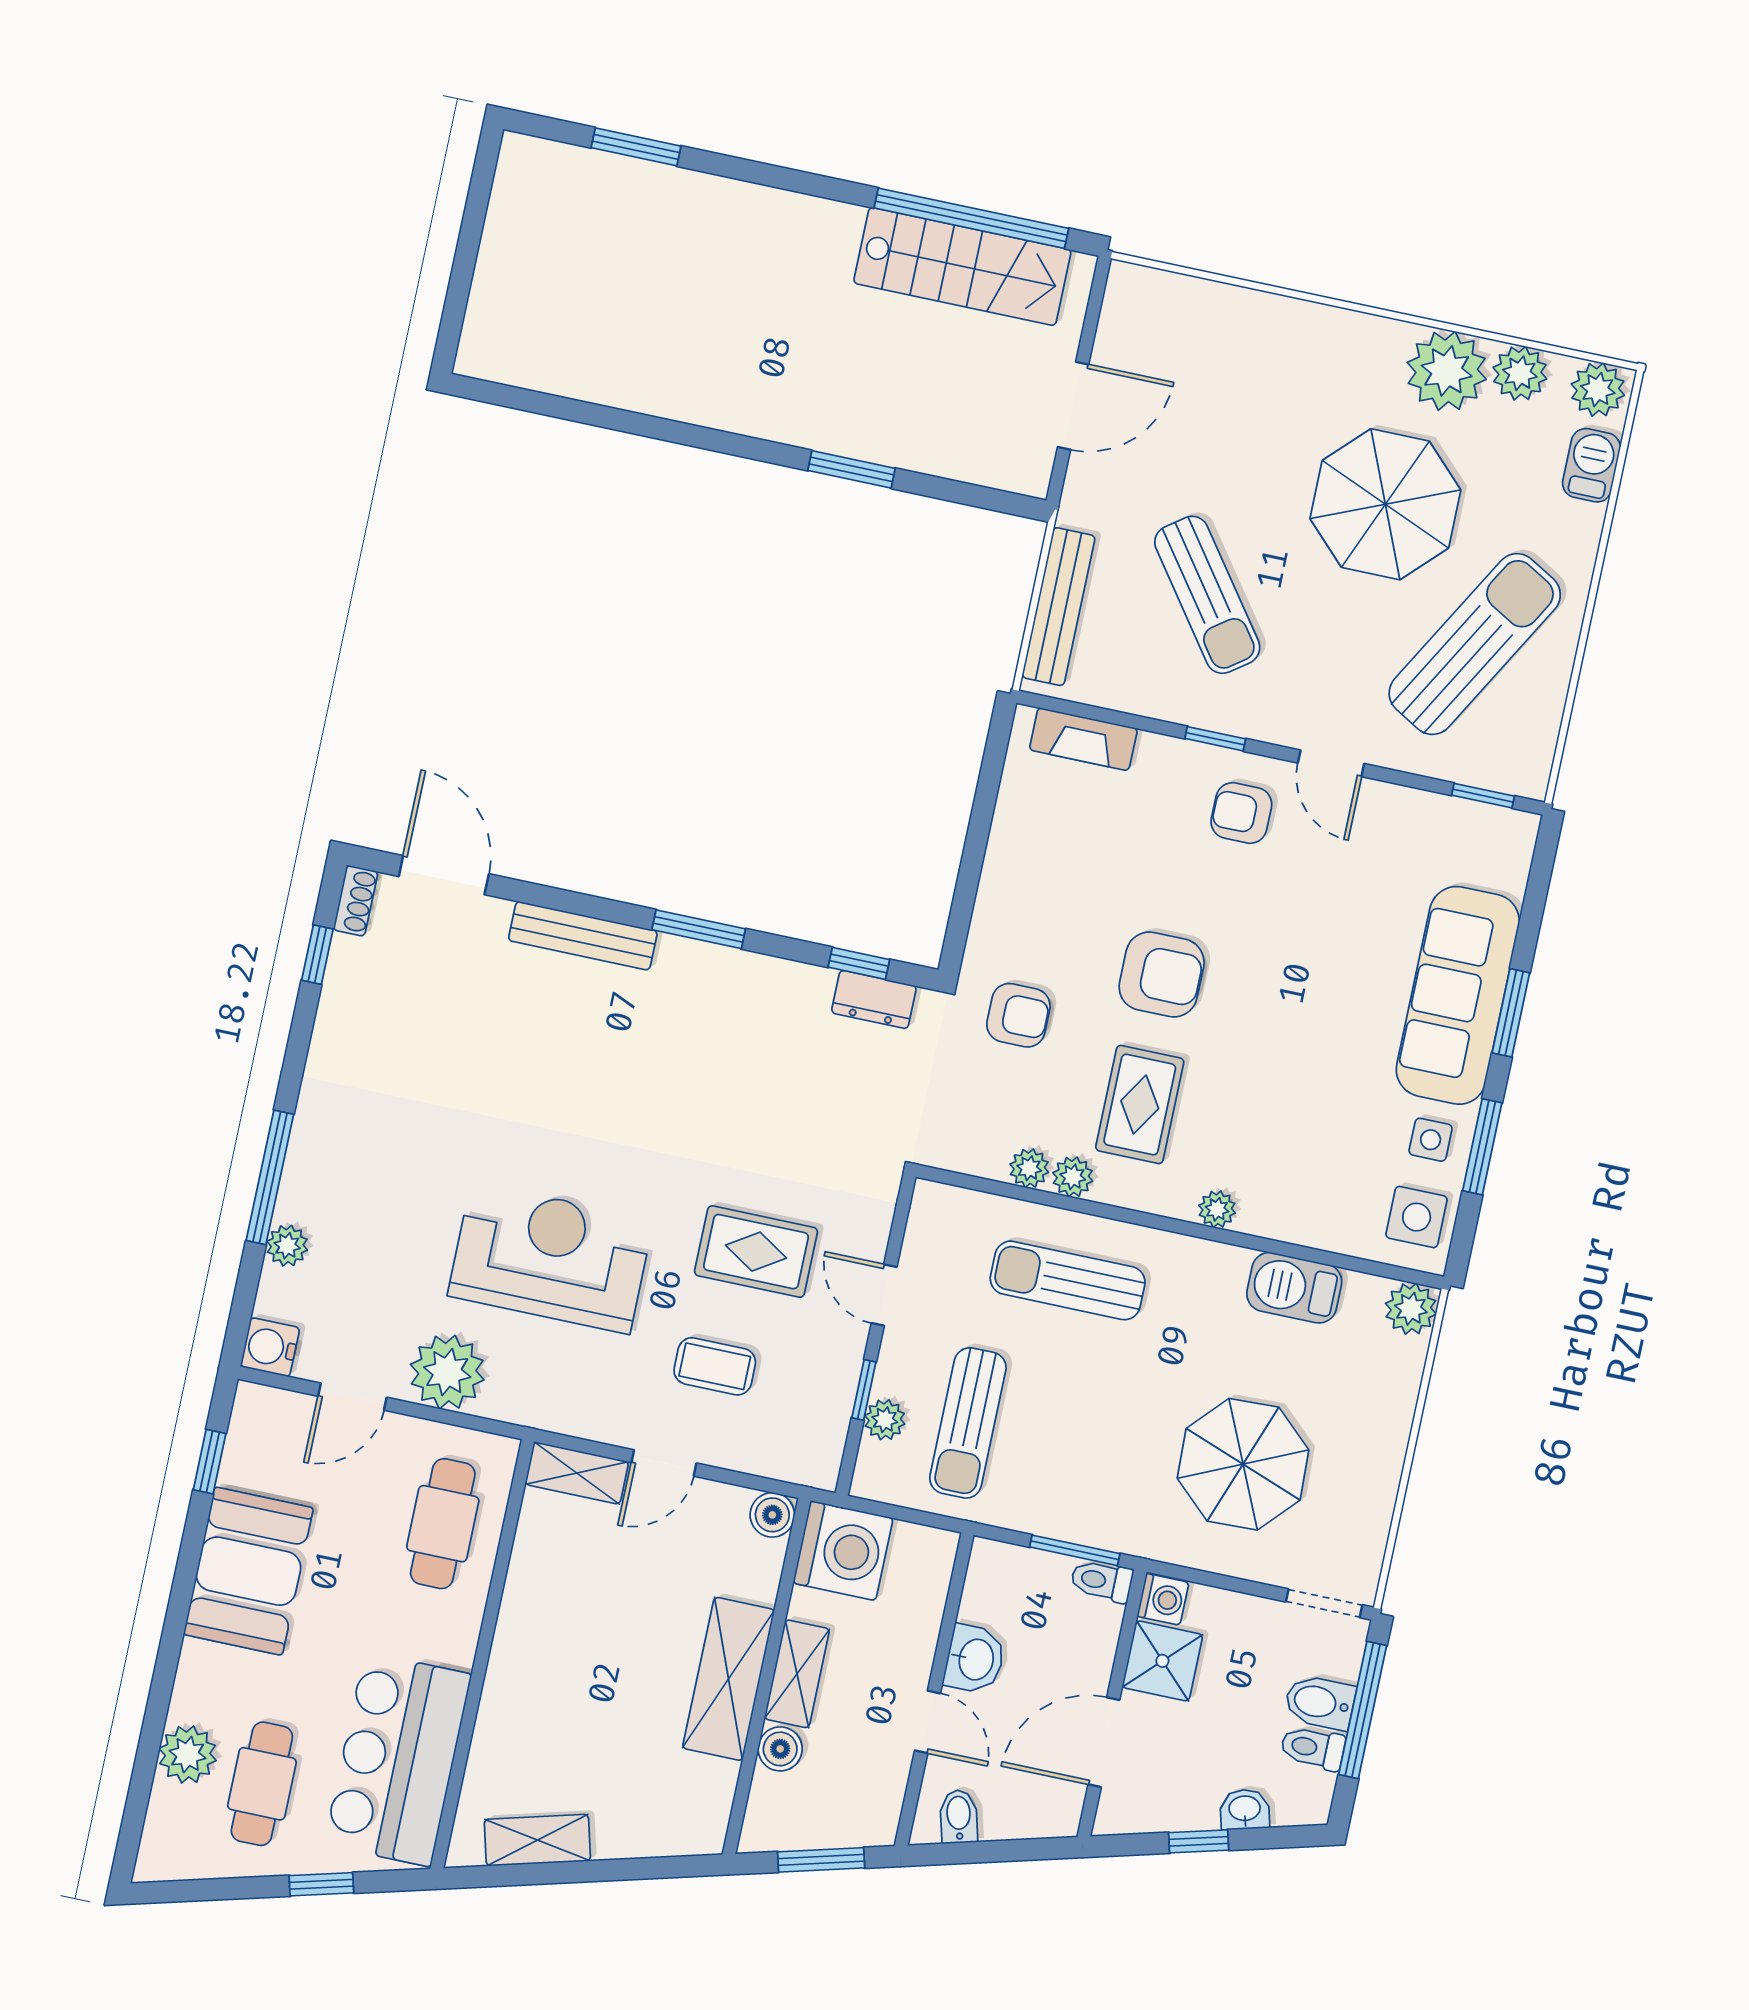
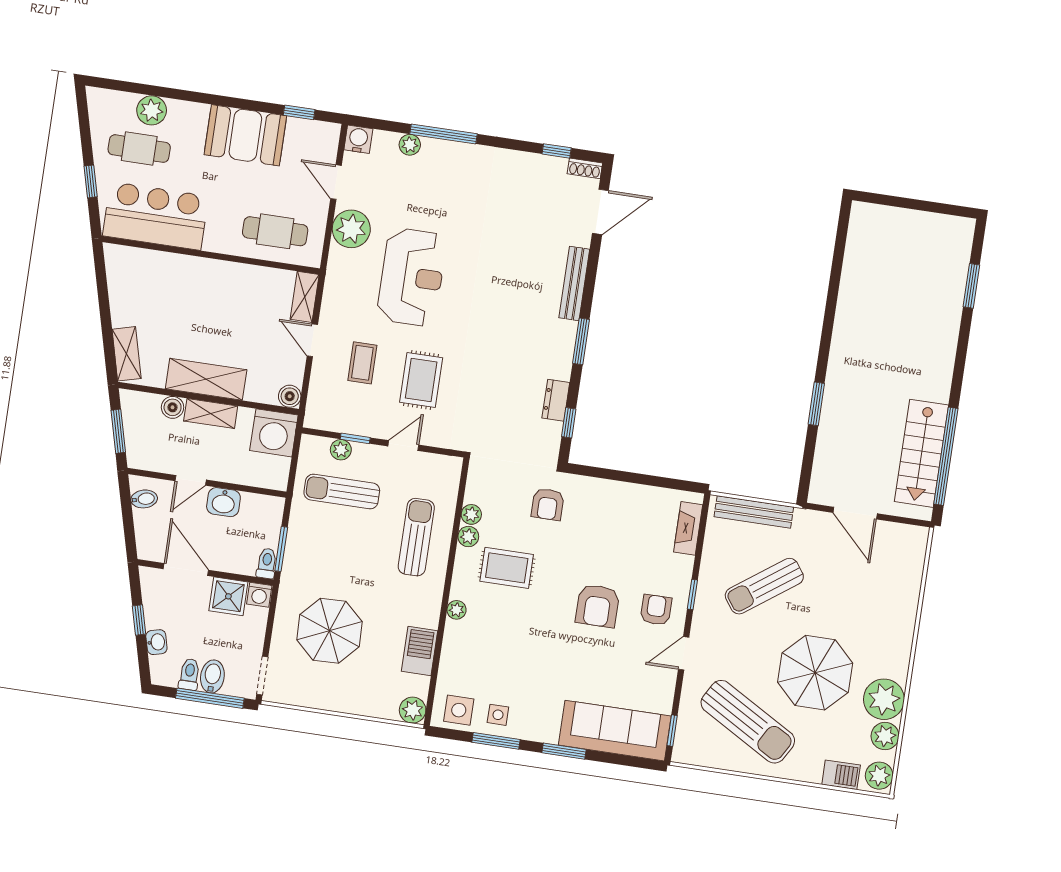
armchair: (1162, 975) -> (597, 606), moved
sofa: (1458, 995) -> (615, 731), moved
dresser: (874, 999) -> (556, 400), moved
shelving: (537, 1840) -> (127, 354), moved

